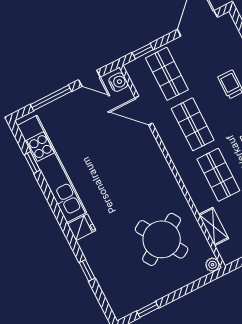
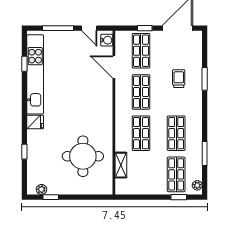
window: (143, 51) -> (145, 28), moved
round table: (162, 239) -> (83, 156), turned 32
plant: (213, 265) -> (41, 189), moved

